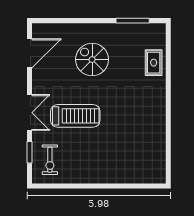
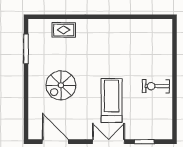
exercise bike: (50, 160) -> (156, 86), moved, turned 180

